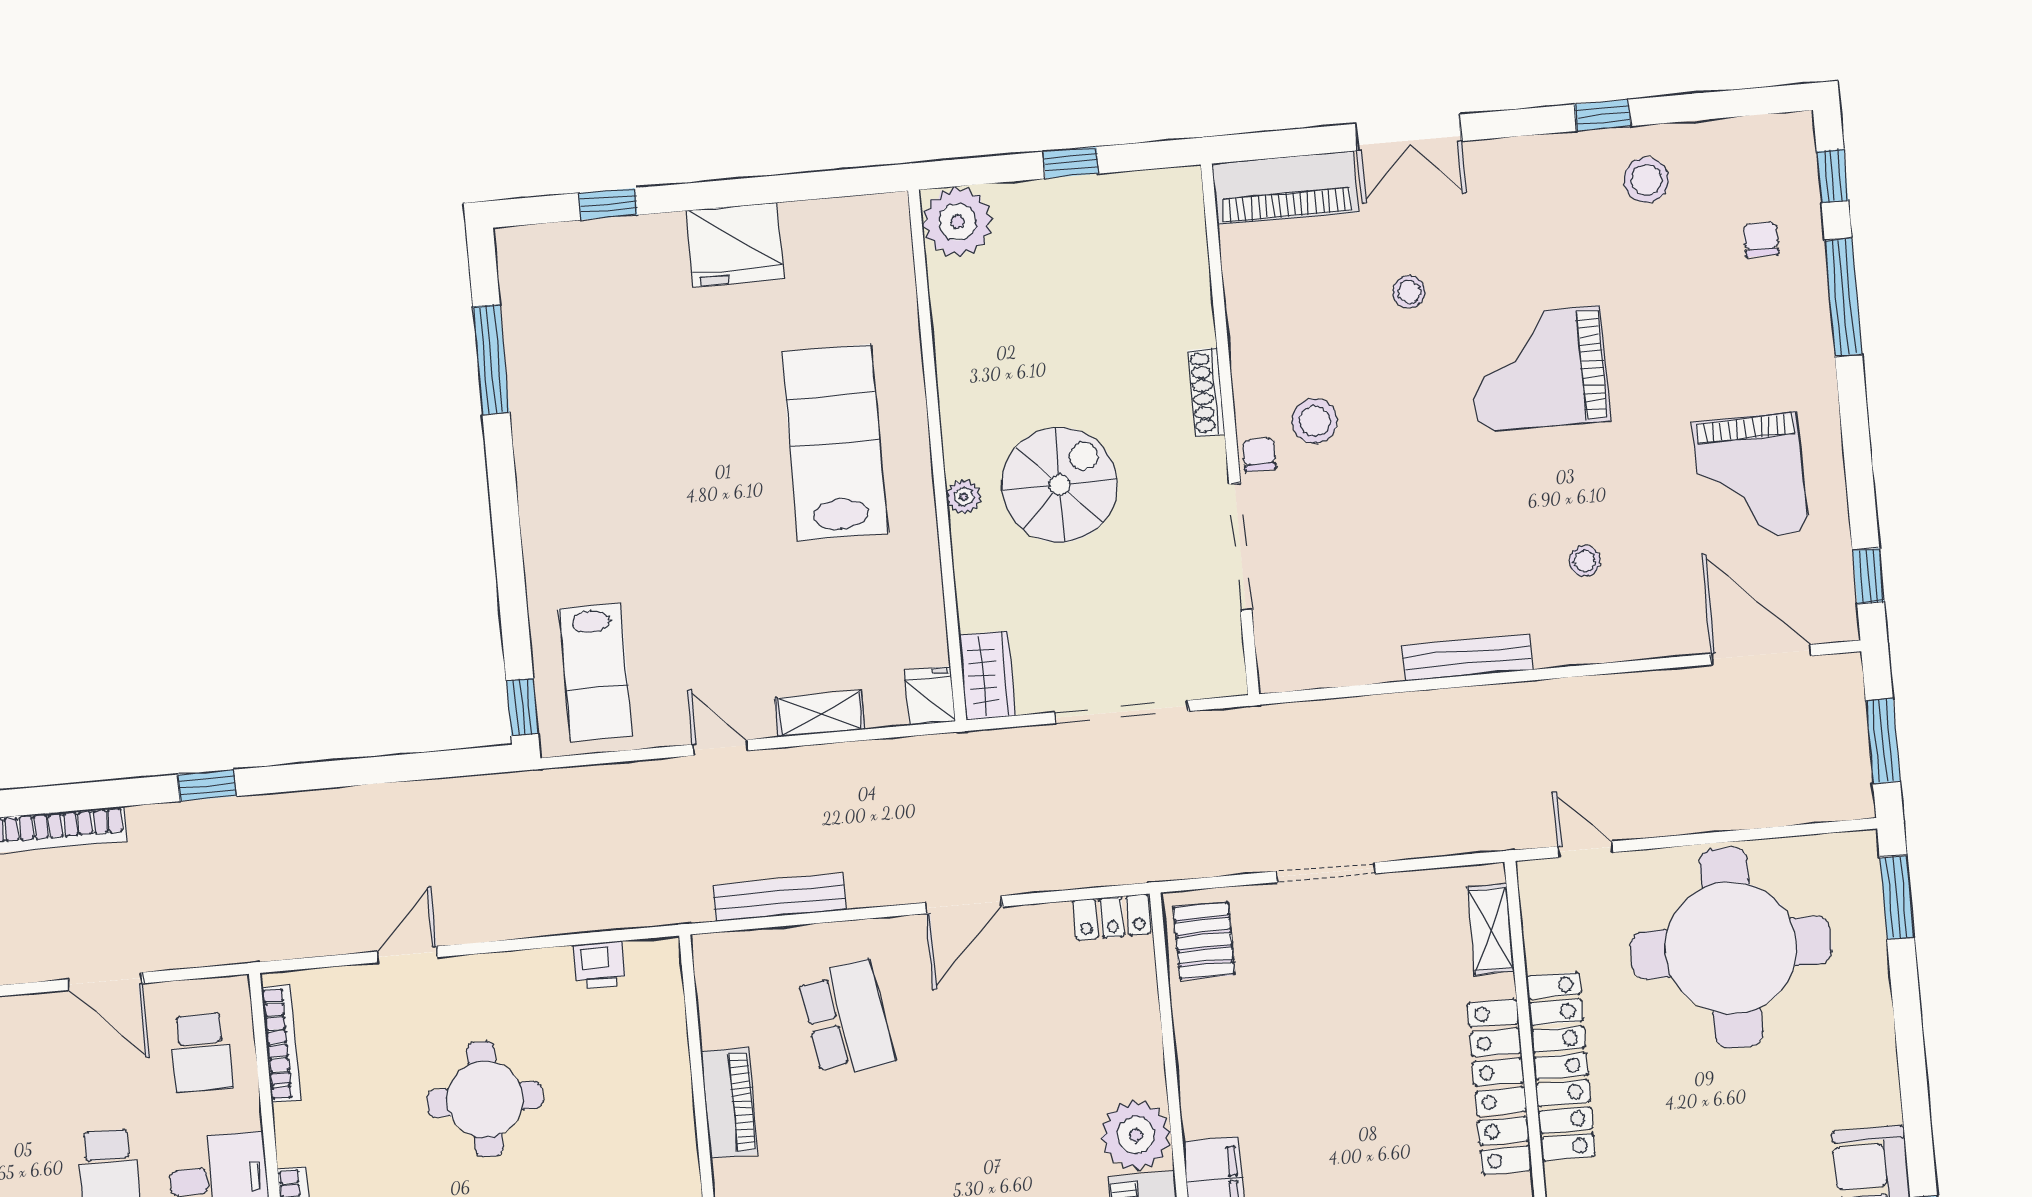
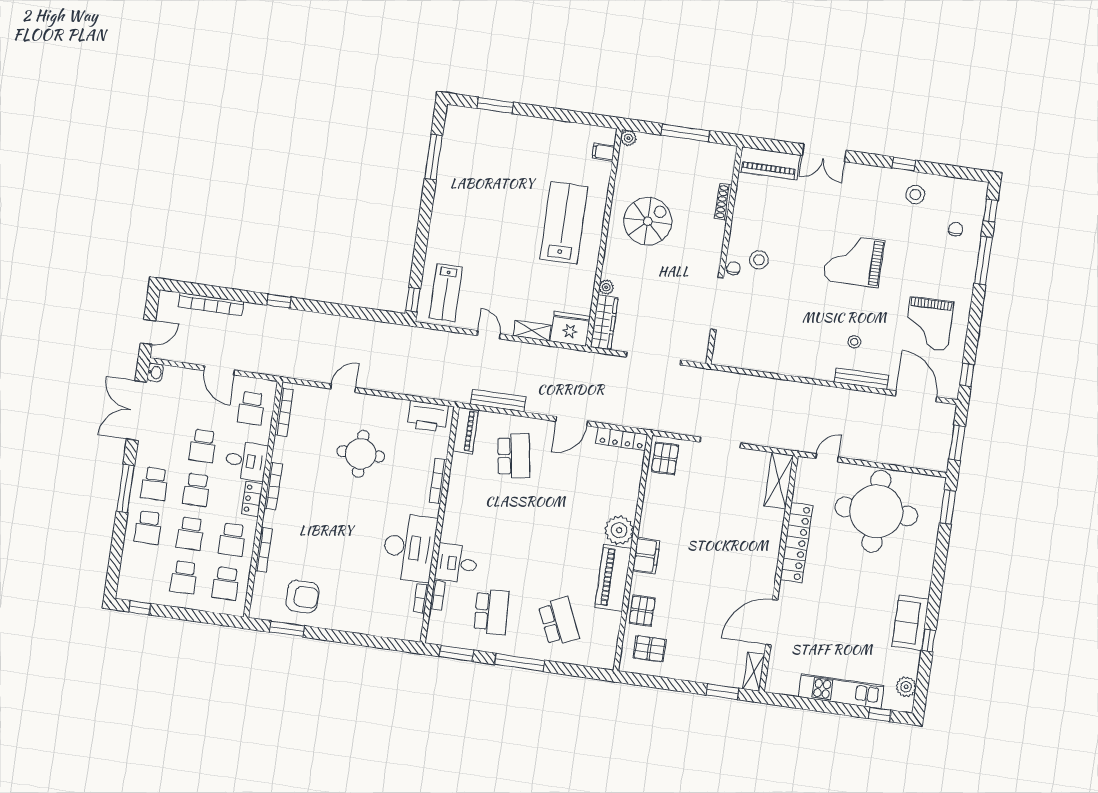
window: (1071, 163) -> (685, 133), width x2.17
window: (608, 204) -> (495, 105), width x1.50
plant: (957, 222) -> (628, 138), width x0.53, depth x0.53
fridge: (735, 245) -> (543, 134), removed
filing cabinet: (888, 254) -> (603, 152), added
stool: (1409, 292) -> (809, 217), removed
shoe rack: (1206, 392) -> (723, 202), moved
spiral stairs: (1060, 485) -> (648, 221), moved
plant: (964, 497) -> (606, 287), moved
bench: (1467, 658) -> (861, 379), moved
wardrobe: (987, 675) -> (604, 322), width x1.50
fridge: (930, 696) -> (570, 329), width x1.88, depth x1.34
door: (1585, 849) -> (827, 458), hinge flipped
locker: (1112, 917) -> (622, 439), width x1.53
shelving: (1491, 929) -> (779, 481), width x1.50, depth x1.33
printer: (600, 965) -> (428, 416), width x1.87, depth x1.48
locker: (1500, 1087) -> (770, 545), removed
piano: (729, 1103) -> (466, 431), moved
bookcase: (682, 1120) -> (438, 481), added

